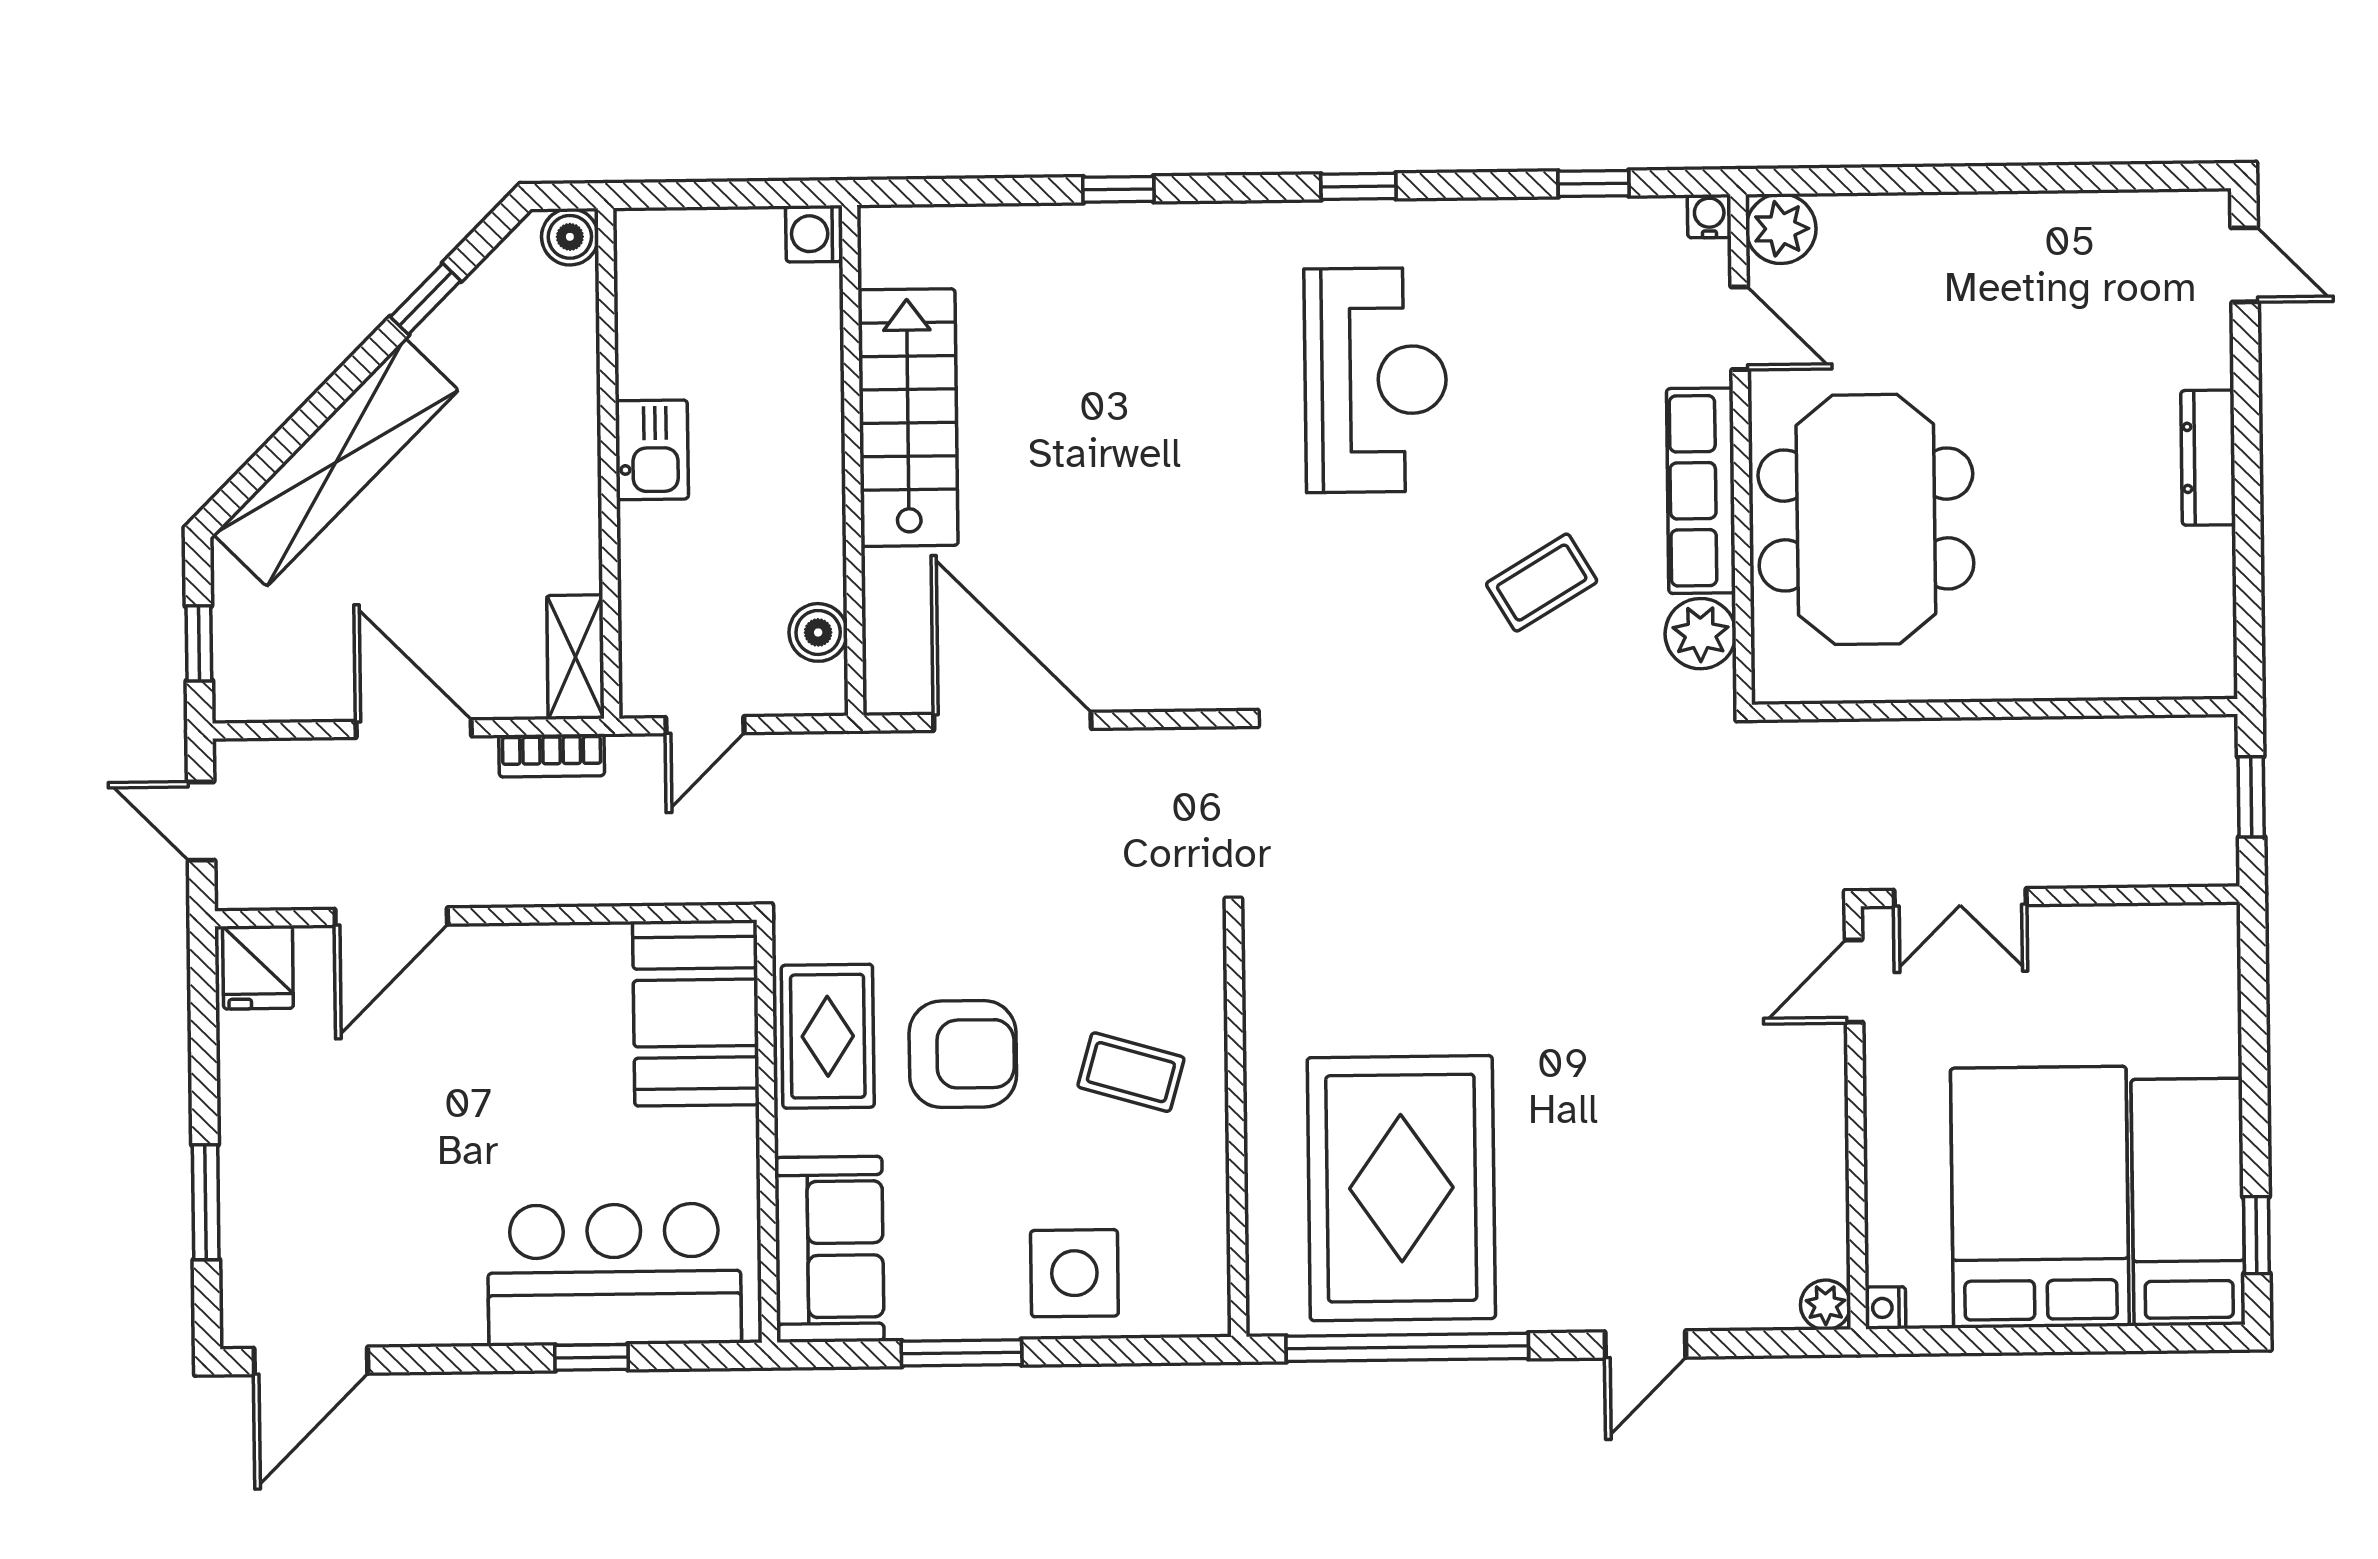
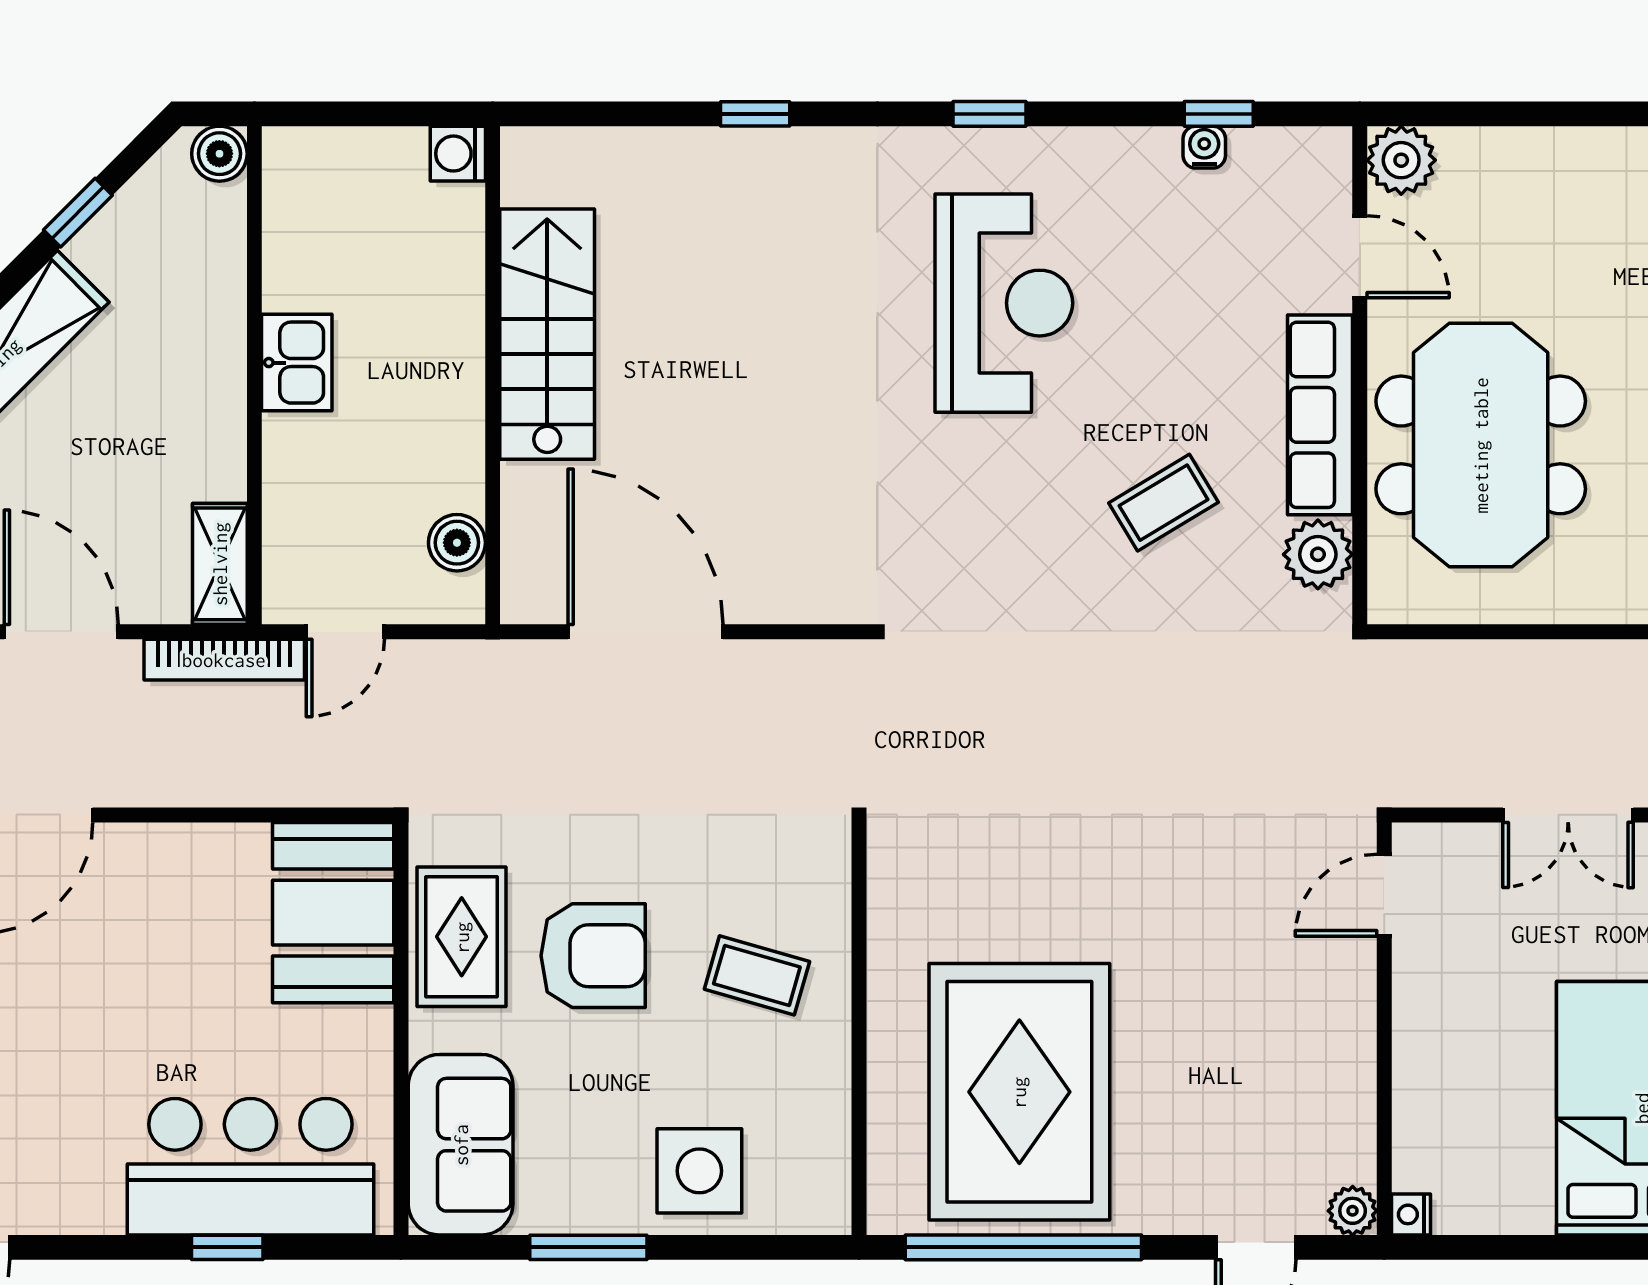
water cooler: (1709, 216) -> (1204, 147), moved
bookcase: (552, 755) -> (224, 660), width x1.56
door: (1854, 981) -> (1384, 895), moved
wall: (1856, 1118) -> (1384, 1029), moved
plant: (1826, 1305) -> (1353, 1211), moved
nightstand: (1886, 1308) -> (1411, 1214), moved

